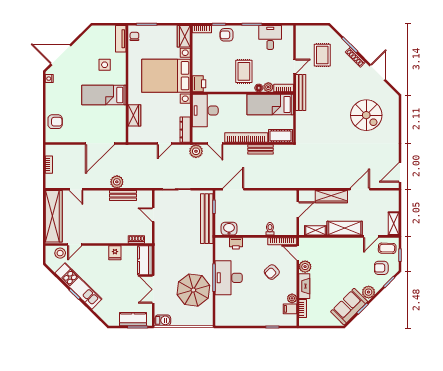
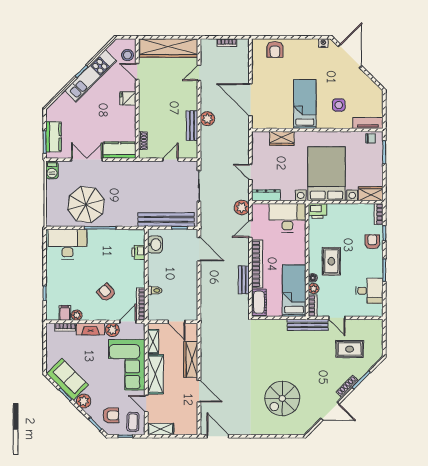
rug: (244, 71) -> (331, 261), turned 90
fridge: (115, 253) -> (128, 98), moved
corner sofa: (336, 254) -> (127, 365), added
armchair: (381, 268) -> (111, 415), turned 90
desk: (229, 278) -> (68, 244), moved

